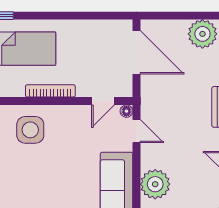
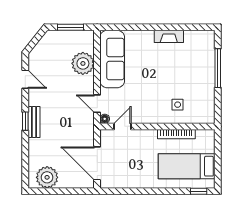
bookcase: (50, 91) -> (176, 134), moved
side table: (30, 130) -> (178, 105), width x0.54, depth x0.54

